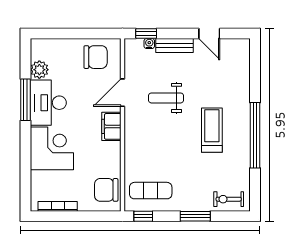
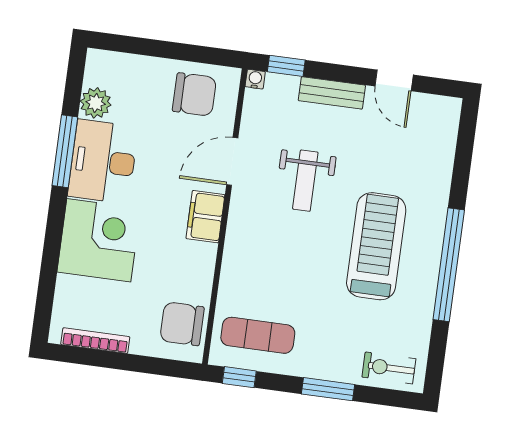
water cooler: (149, 44) -> (255, 79), moved
weight bench: (166, 98) -> (305, 181), turned -90
treadmill: (212, 130) -> (376, 246), width x1.37, depth x1.38

